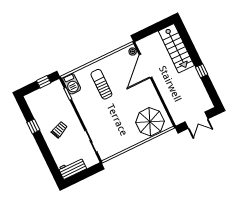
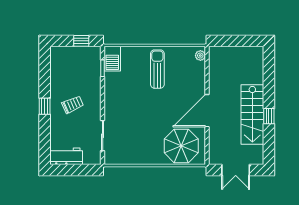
stairs: (176, 48) -> (252, 115), moved
door: (145, 66) -> (207, 111), moved
sun lounger: (101, 84) -> (157, 69), moved
window: (33, 126) -> (45, 106), moved

